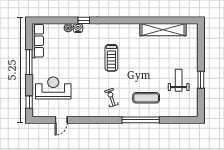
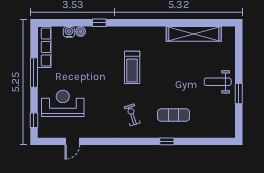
water cooler: (78, 28) -> (69, 32), moved
weight bench: (179, 80) -> (218, 82), moved, turned -90
window: (141, 120) -> (167, 141), width x0.32

